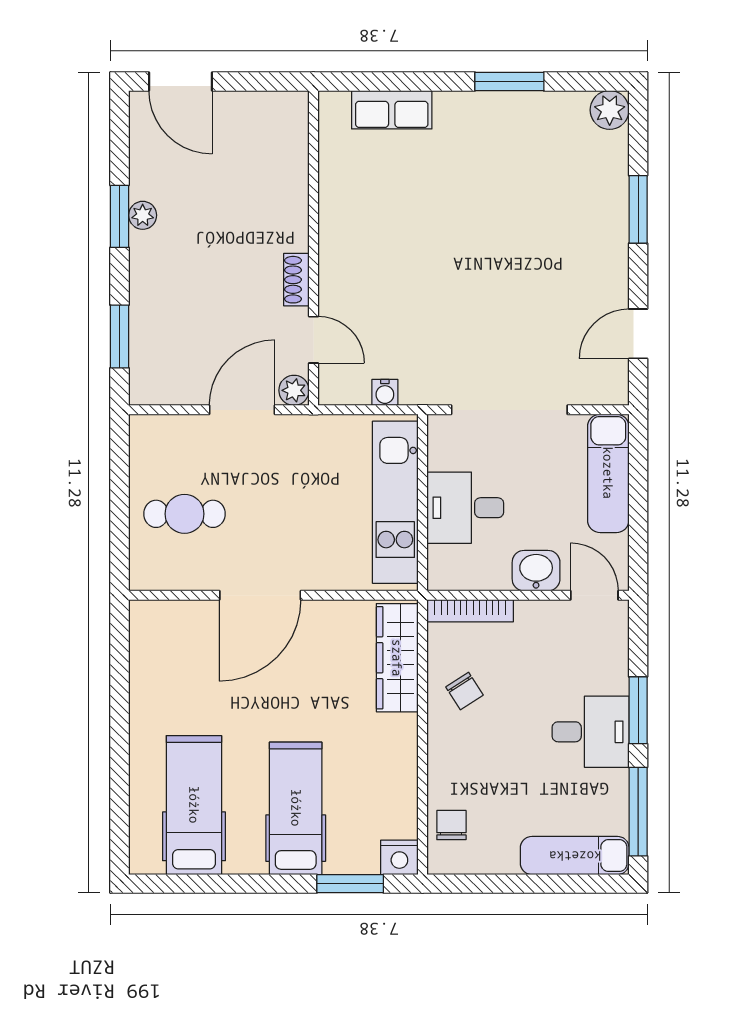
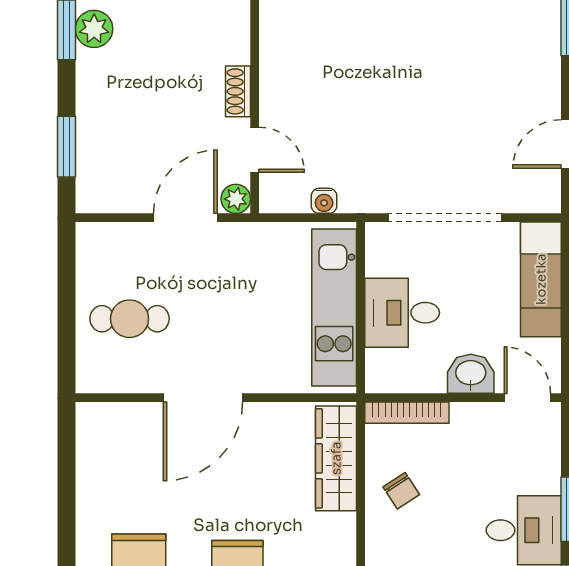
plant: (143, 215) -> (94, 29), width x1.38, depth x1.38

